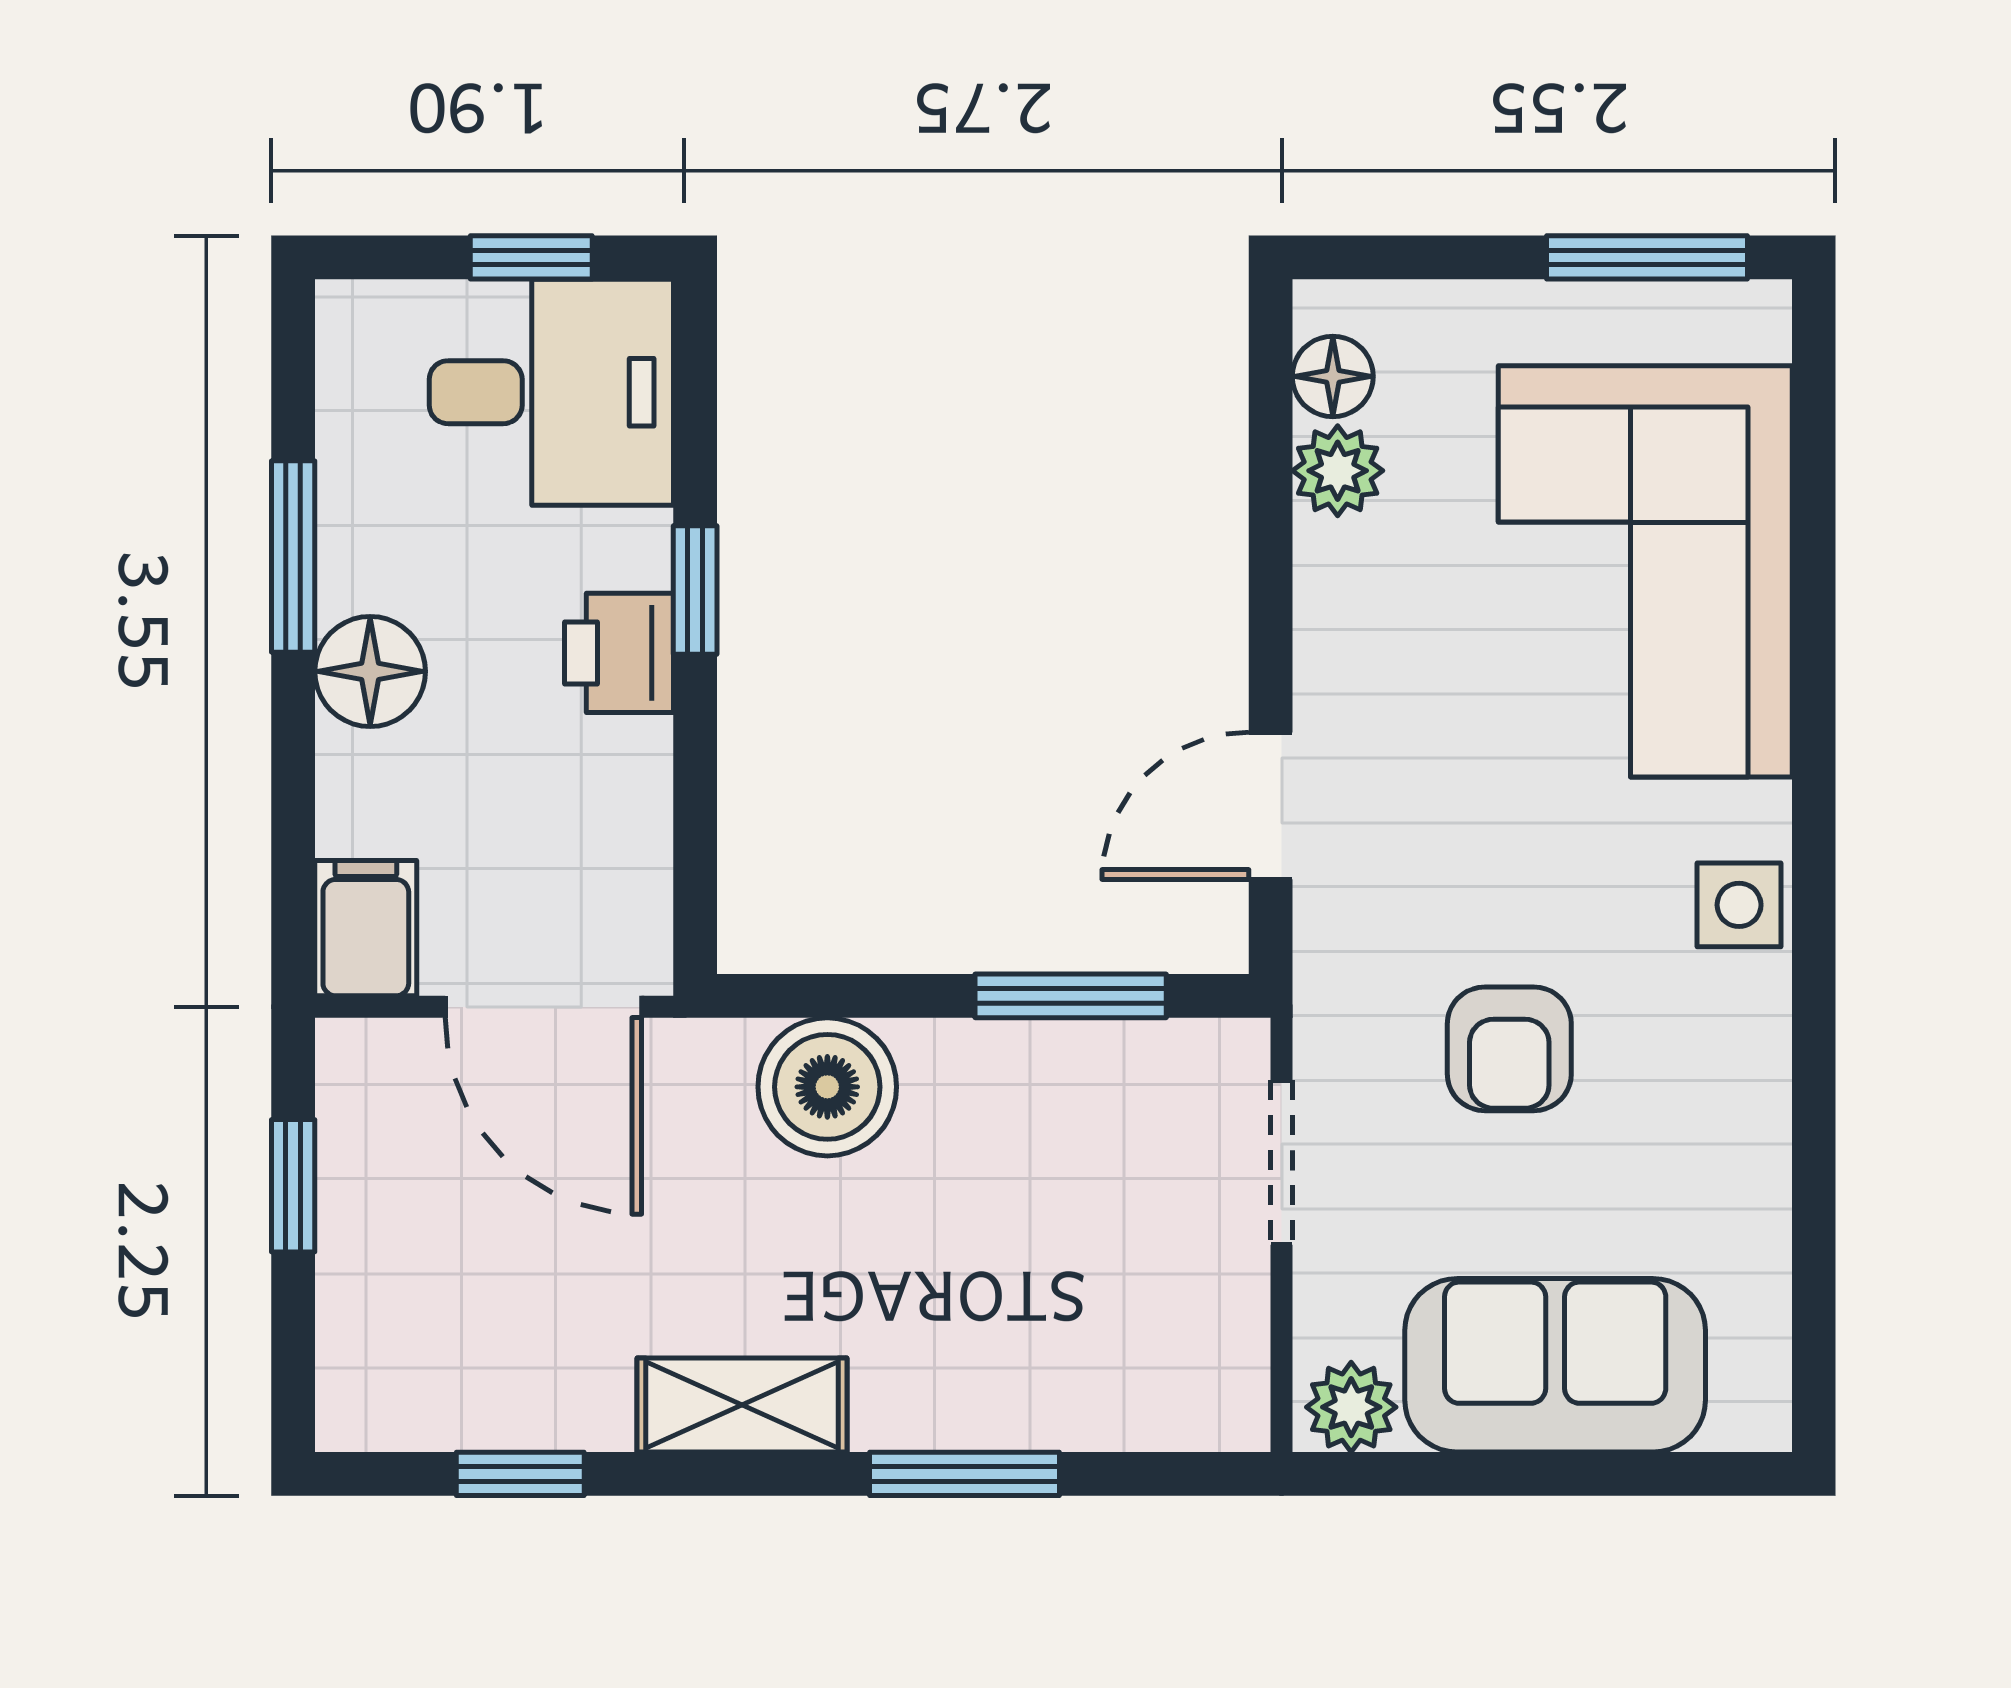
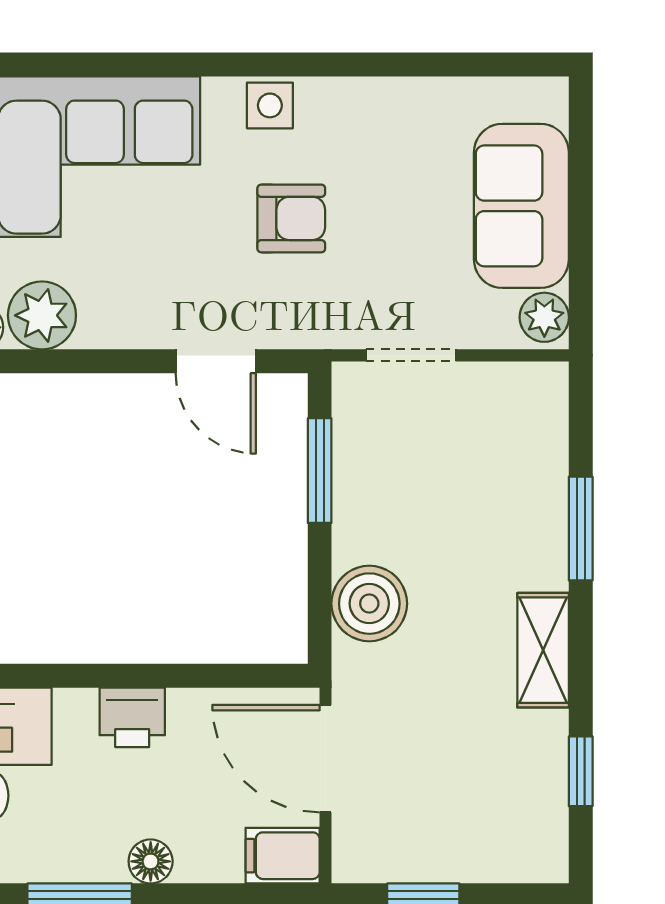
plant: (1338, 471) -> (42, 315), width x1.38, depth x1.38
window: (695, 590) -> (98, 676), removed
floor lamp: (370, 671) -> (151, 861), width x0.73, depth x0.73
door: (543, 1007) -> (326, 759), swing flipped
armchair: (1509, 1049) -> (291, 218), moved

